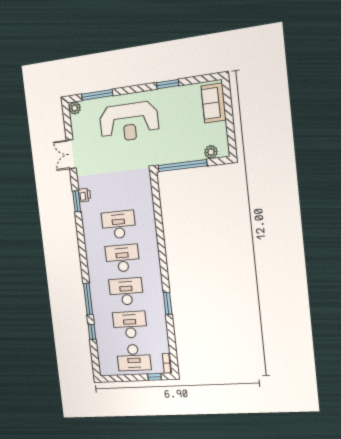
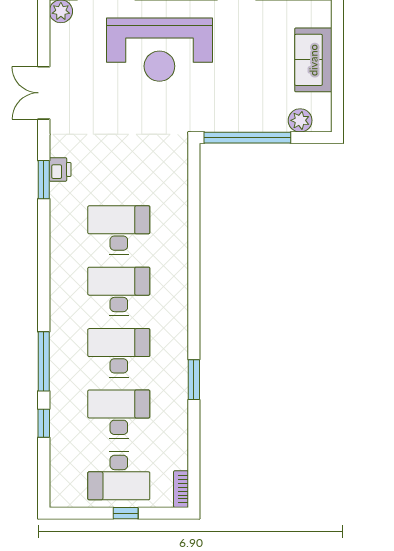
sofa: (214, 103) -> (313, 60), moved
window: (155, 377) -> (126, 513), moved

